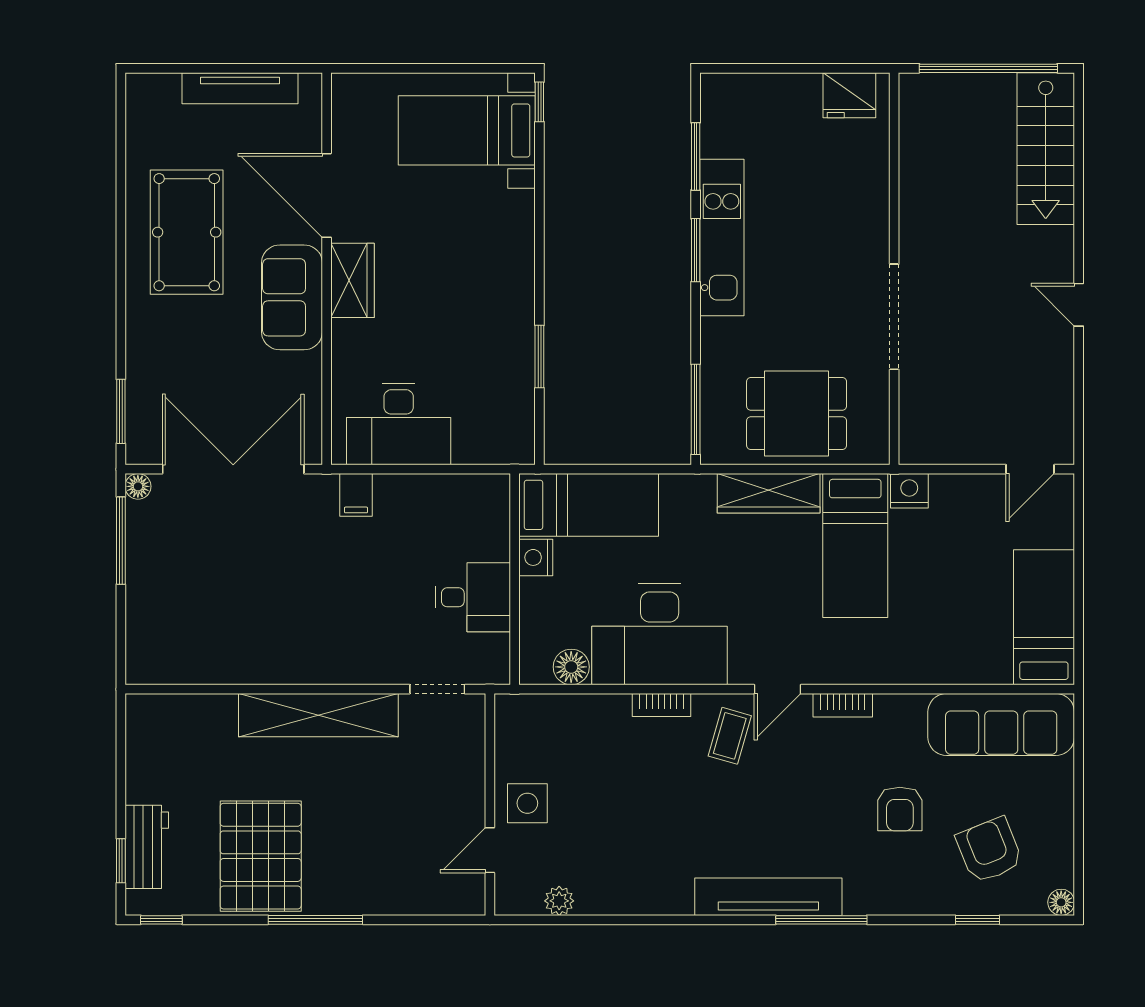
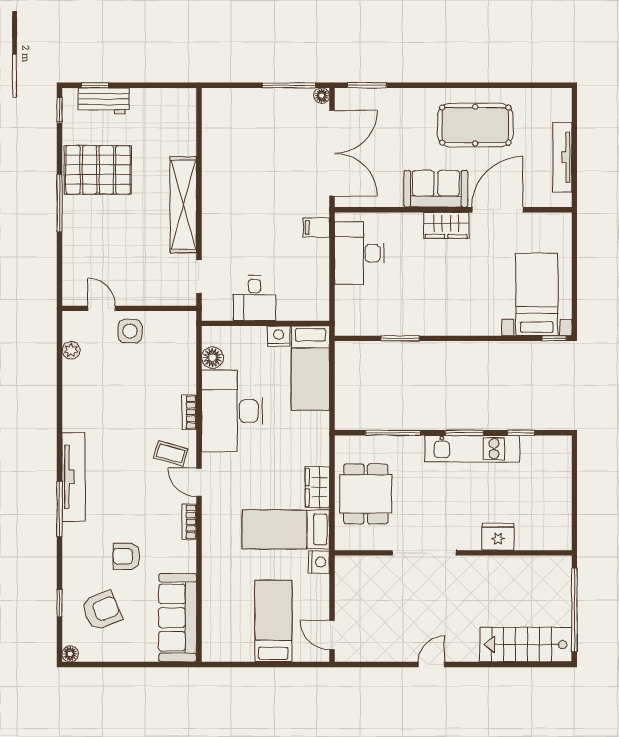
fridge: (849, 95) -> (498, 537), moved, turned 90
window: (696, 156) -> (521, 433), width x0.67
window: (696, 409) -> (393, 433), moved
wardrobe: (769, 493) -> (317, 487), width x0.67
bed: (1044, 617) -> (273, 621), moved, turned -90

